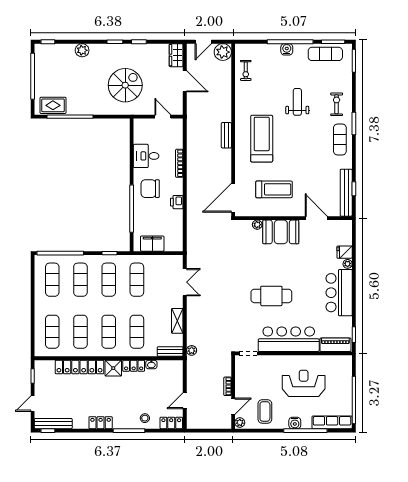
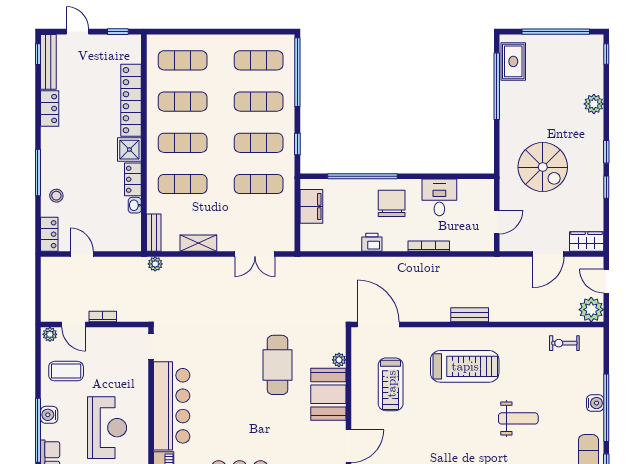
cafe table: (271, 296) -> (278, 365), moved
locker: (101, 423) -> (50, 109), moved

